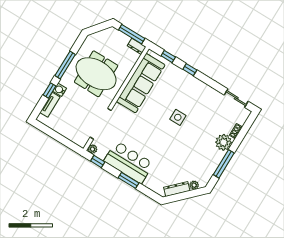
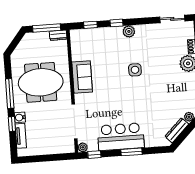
sofa: (141, 83) -> (82, 77), width x0.54, depth x0.79
plant: (195, 83) -> (129, 31), added

